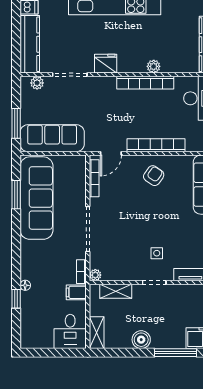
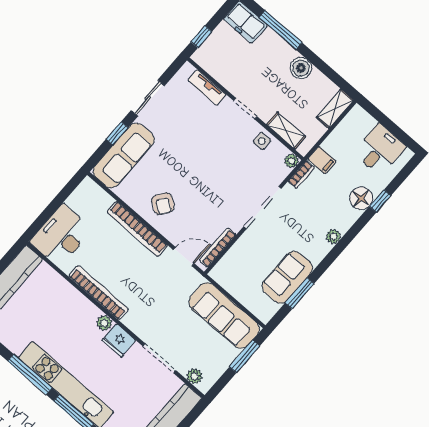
plant: (154, 66) -> (104, 323), moved
armchair: (154, 176) -> (163, 204), turned -90
sofa: (36, 198) -> (287, 277), width x0.54, depth x0.79
plant: (26, 250) -> (333, 236), added
side table: (157, 253) -> (262, 141), moved
floor lamp: (25, 285) -> (361, 198), width x1.89, depth x1.89
desk: (70, 331) -> (380, 150), moved

